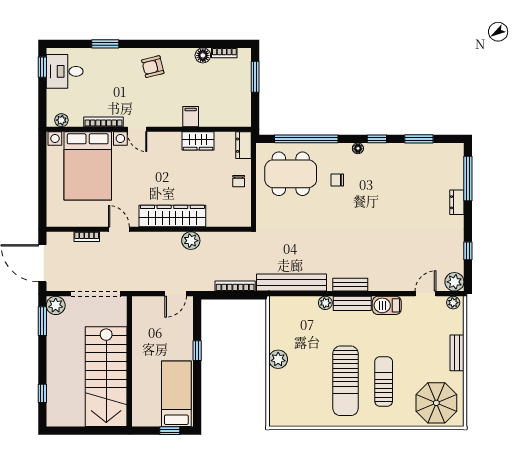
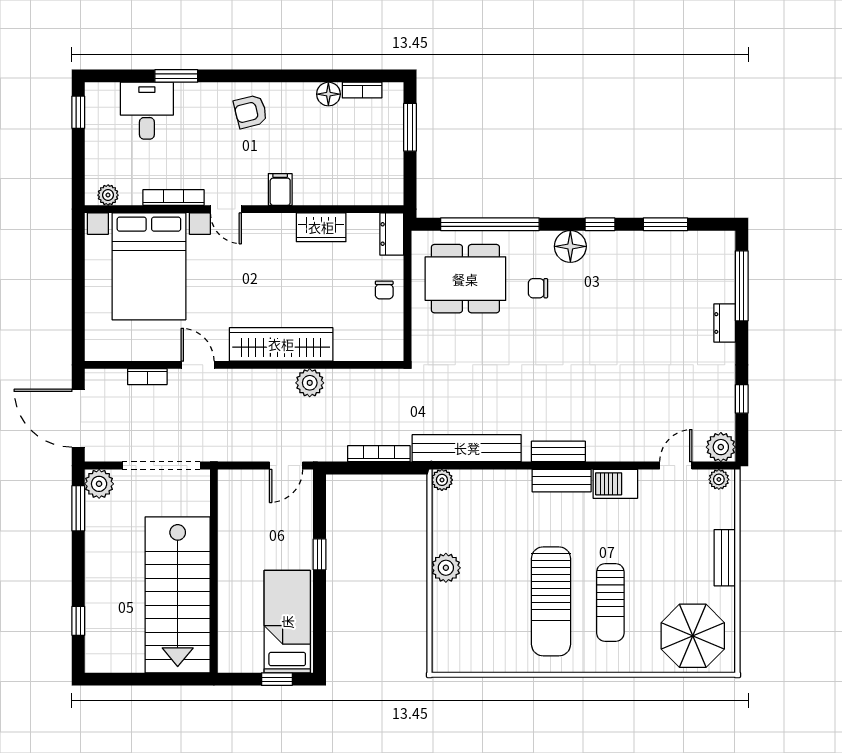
desk: (65, 71) -> (147, 111), moved, turned 90
filing cabinet: (191, 117) -> (280, 189), moved
floor lamp: (358, 148) -> (570, 246), width x1.89, depth x1.89
plant: (325, 303) -> (442, 480), moved
sun lounger: (384, 381) -> (610, 602), turned 180

